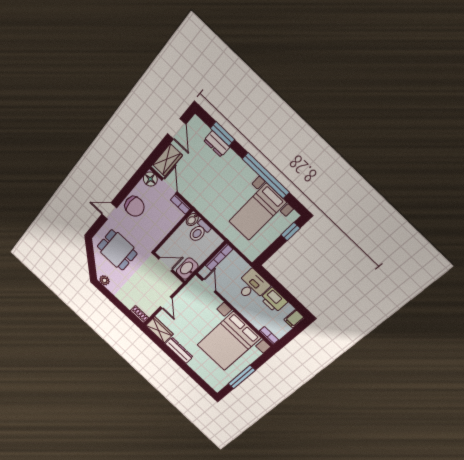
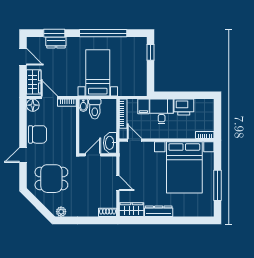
bed with nightstands: (257, 212) -> (98, 73), moved, turned 180
filing cabinet: (294, 319) -> (143, 106), moved

